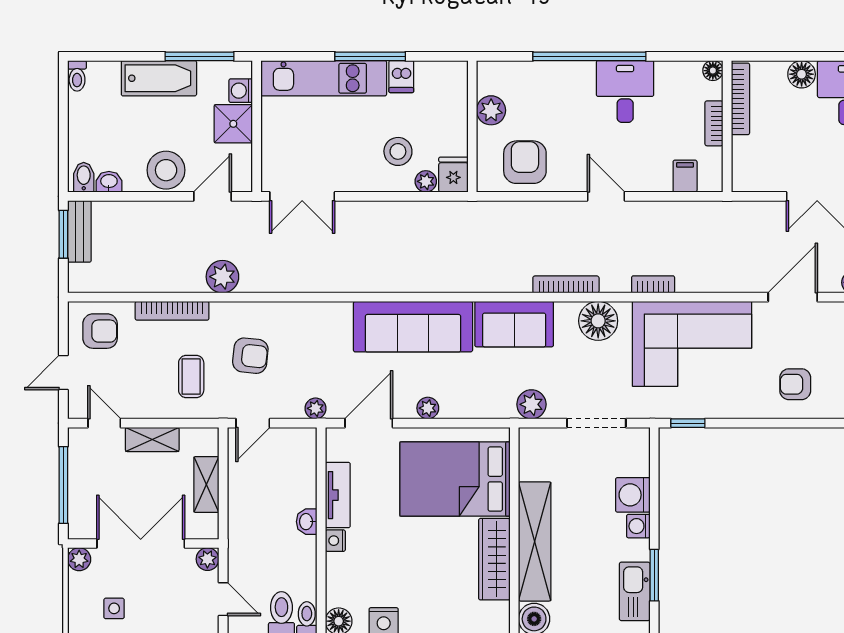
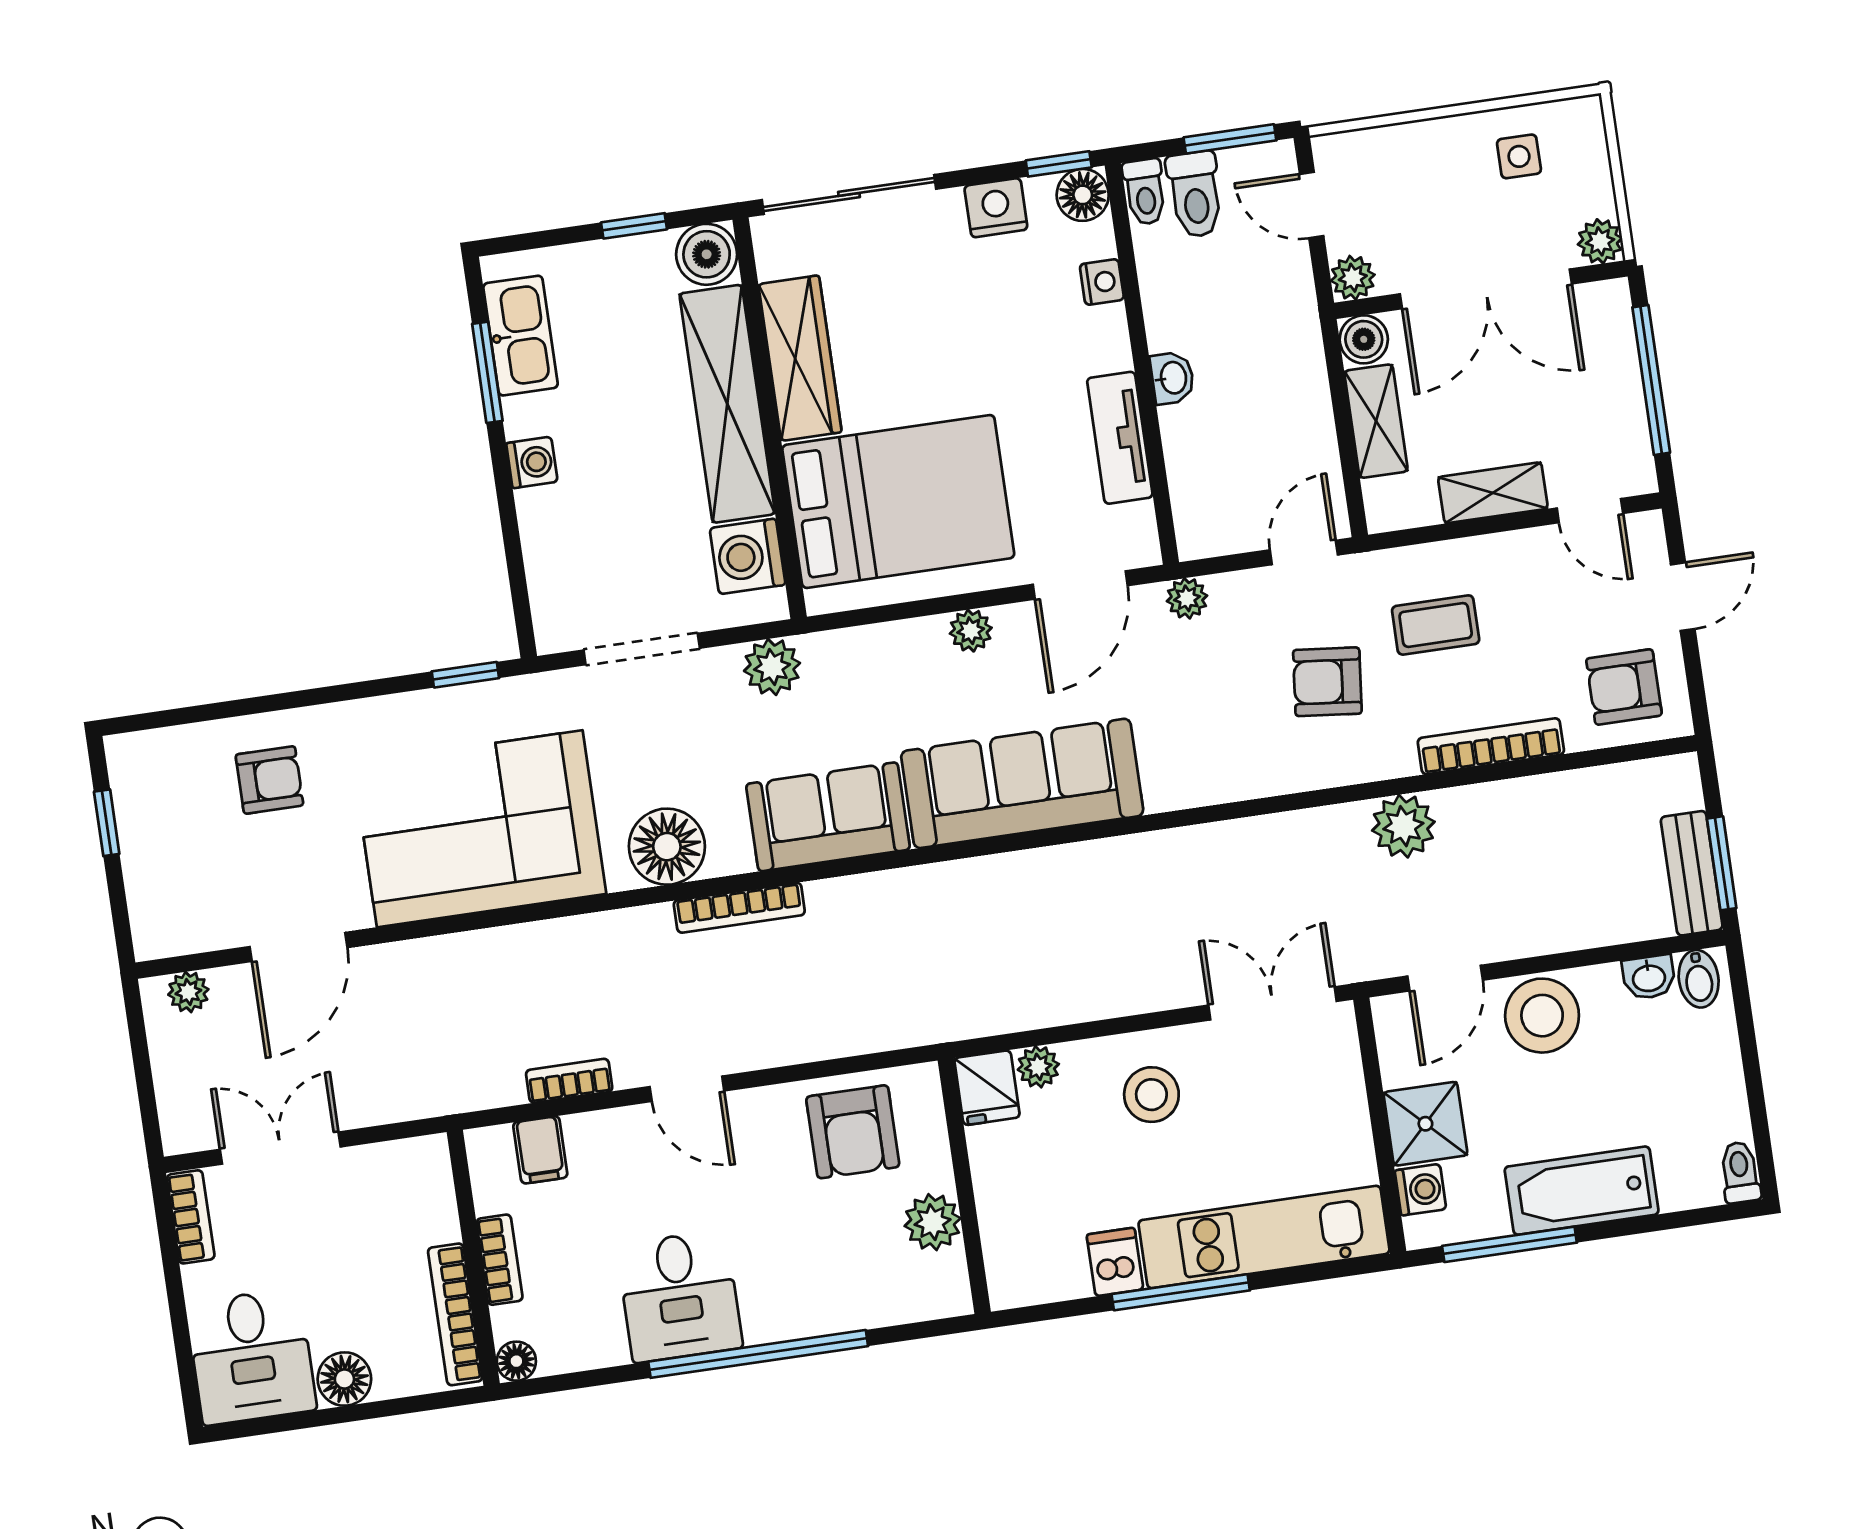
stool: (398, 151) -> (1151, 1095), moved
bookcase: (653, 284) -> (569, 1081), moved, turned 180
coffee table: (191, 376) -> (1436, 625), turned 90
washing machine: (633, 495) -> (748, 556), moved, turned 180
boiler: (206, 527) -> (1364, 339), added
nightstand: (335, 541) -> (1102, 282), moved

